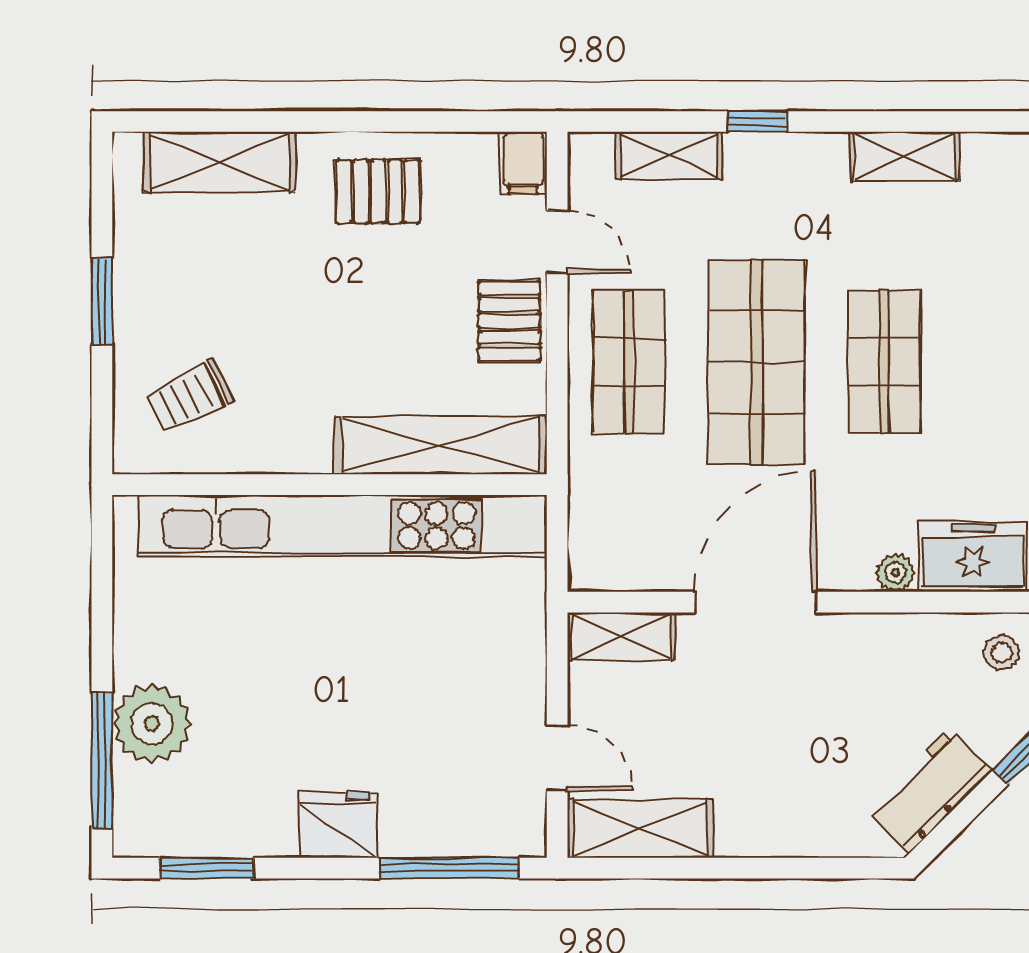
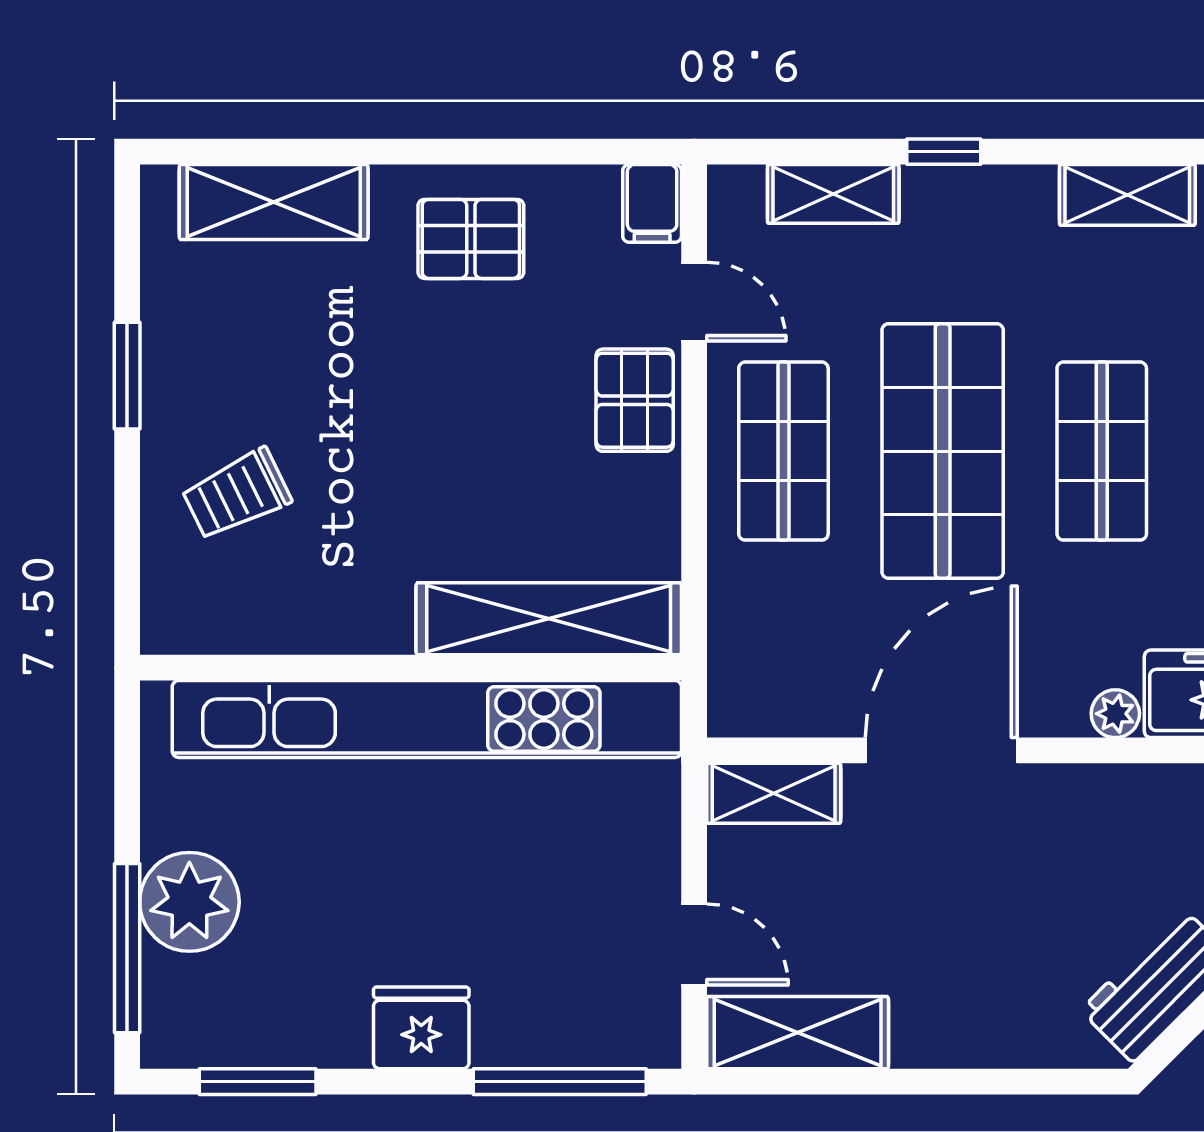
shelving: (440, 445) -> (549, 619), moved
wall: (329, 485) -> (411, 668), moved
kitchen unit: (343, 526) -> (427, 719), moved

